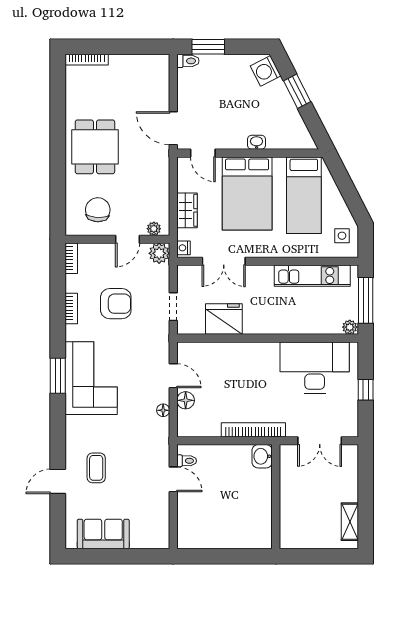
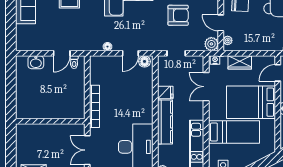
bed: (304, 195) -> (234, 132), moved, turned 180
armchair: (116, 304) -> (178, 15), turned -90
fridge: (224, 319) -> (165, 92), width x0.53, depth x0.75
kitchen counter: (277, 323) -> (165, 122), added
floor lamp: (186, 400) -> (145, 61), moved
washbasin: (262, 456) -> (36, 62), moved, turned 180

